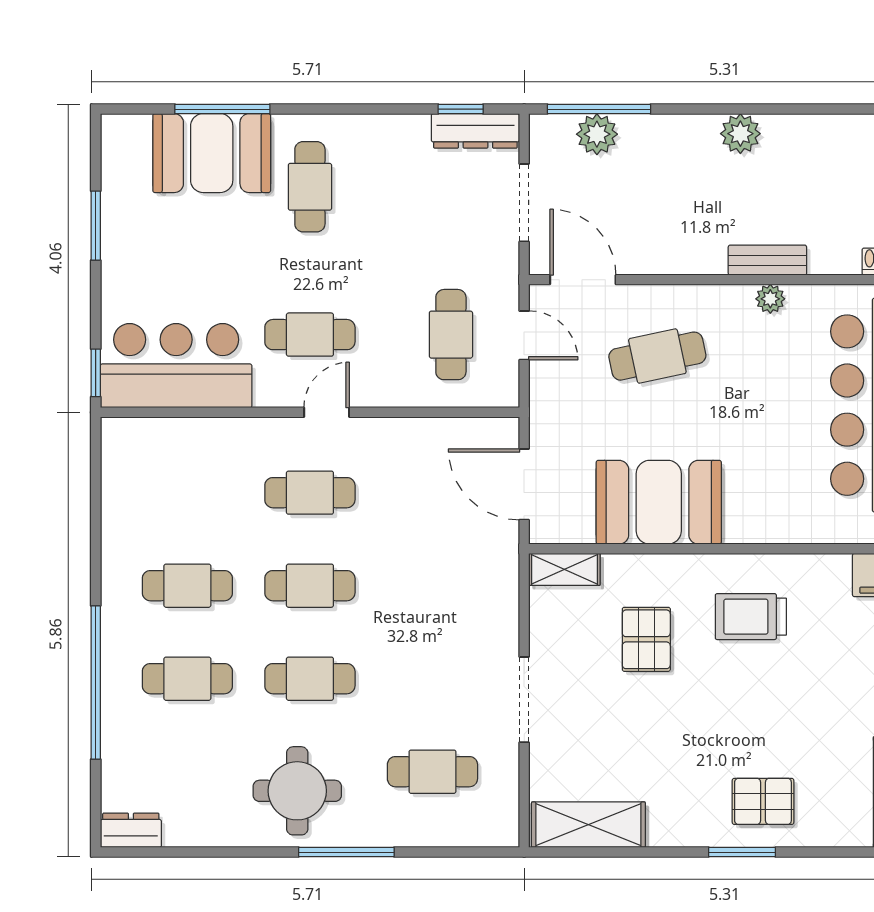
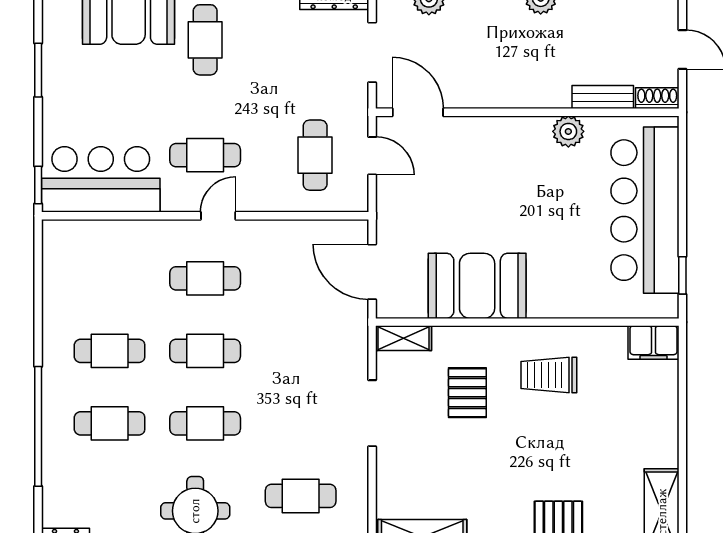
bench: (767, 260) -> (603, 97), moved
plant: (770, 299) -> (568, 131), width x1.38, depth x1.38
cafe table: (657, 356) -> (476, 172), removed
doorway: (524, 700) -> (372, 413), moved

